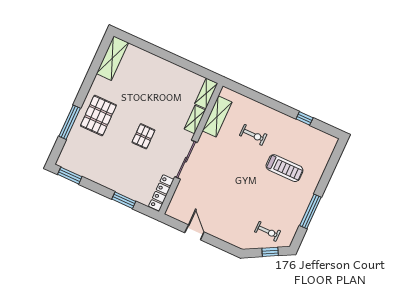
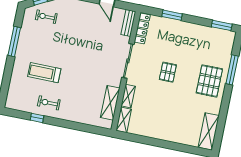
exercise bike: (253, 135) -> (49, 103), moved
bench: (176, 203) -> (128, 23), added

